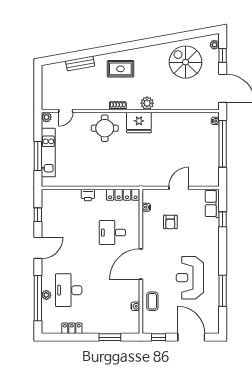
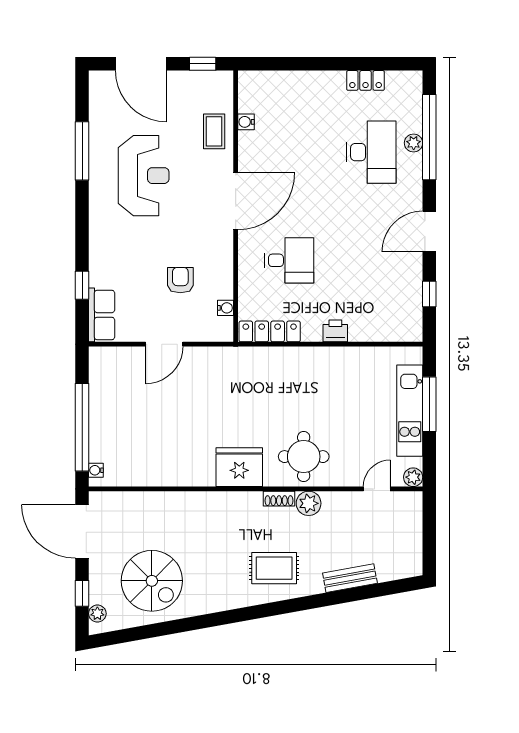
plant: (147, 103) -> (309, 503), moved
window: (110, 337) -> (294, 64), removed

